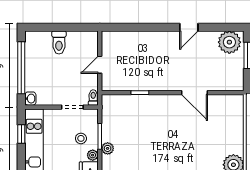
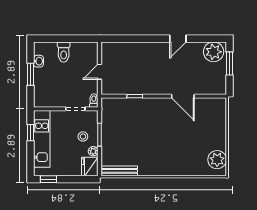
window: (21, 68) -> (31, 74), width x0.47
washbasin: (30, 99) -> (38, 61), moved
plant: (108, 148) -> (106, 145), removed

